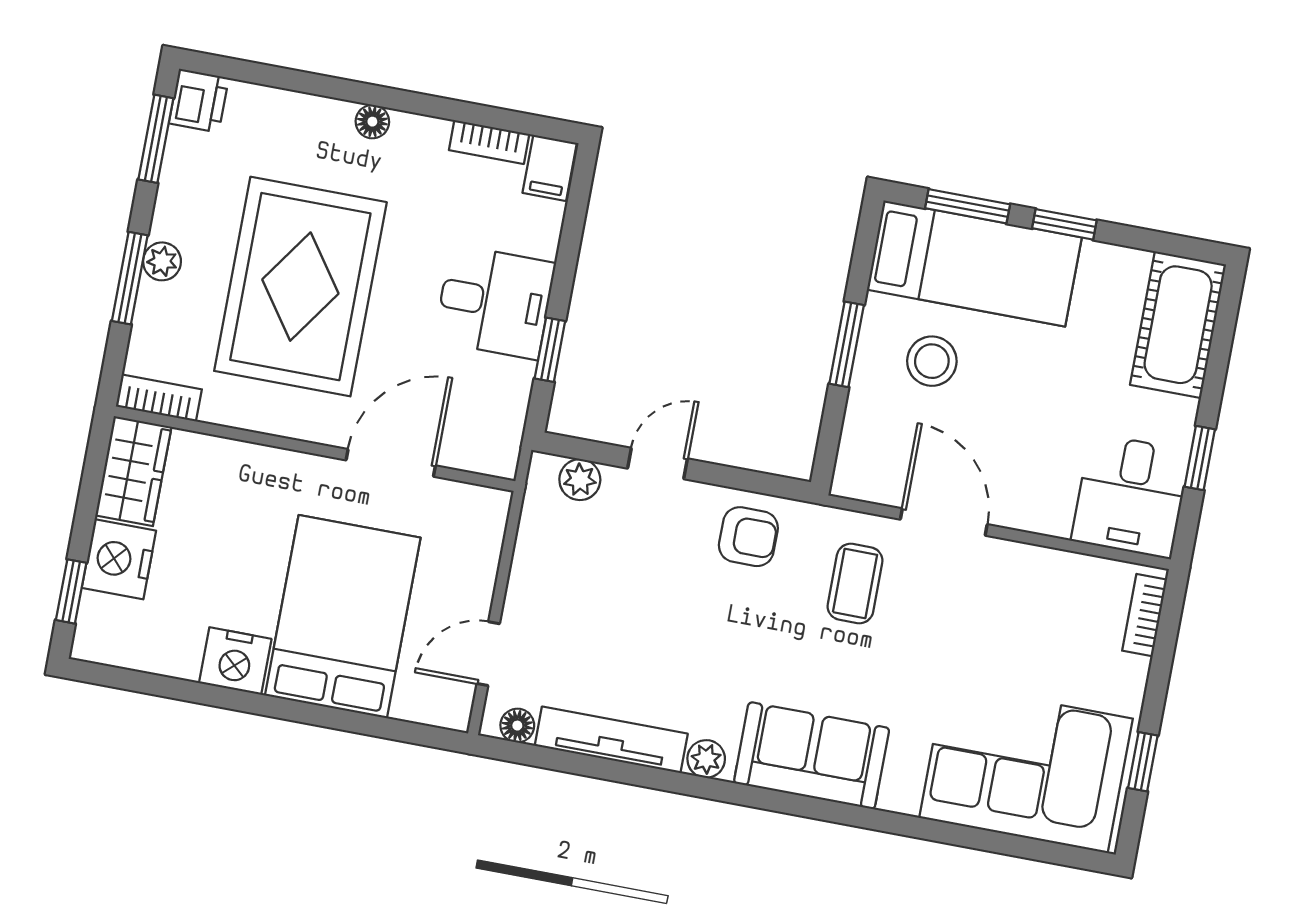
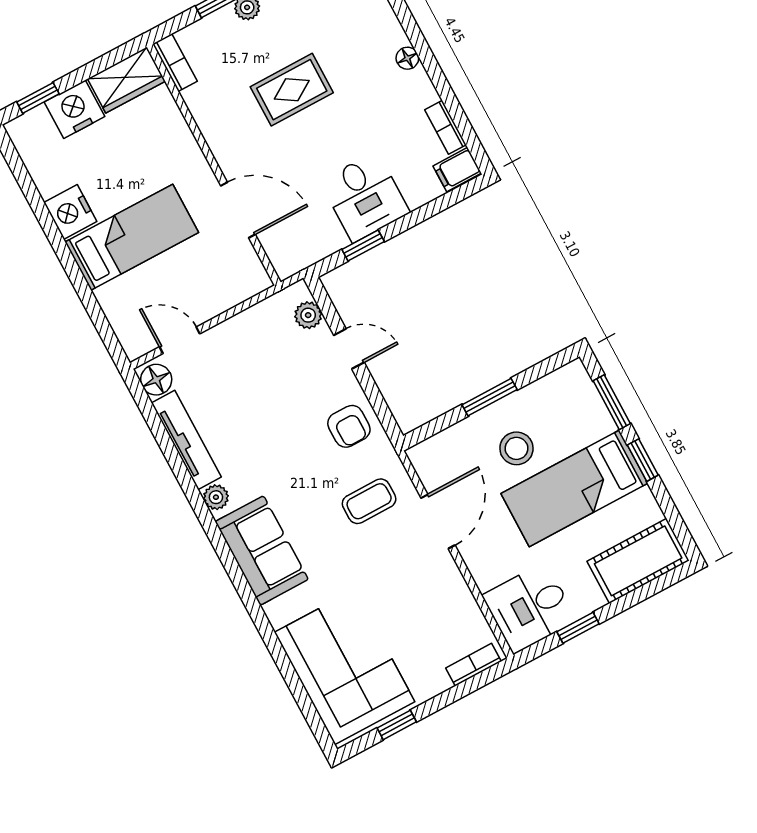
bed: (974, 263) -> (574, 488), moved, turned 90
rug: (300, 287) -> (292, 90), width x0.54, depth x0.49
bed: (343, 617) -> (132, 237), width x0.67
floor lamp: (517, 726) -> (156, 380), width x1.37, depth x1.37

